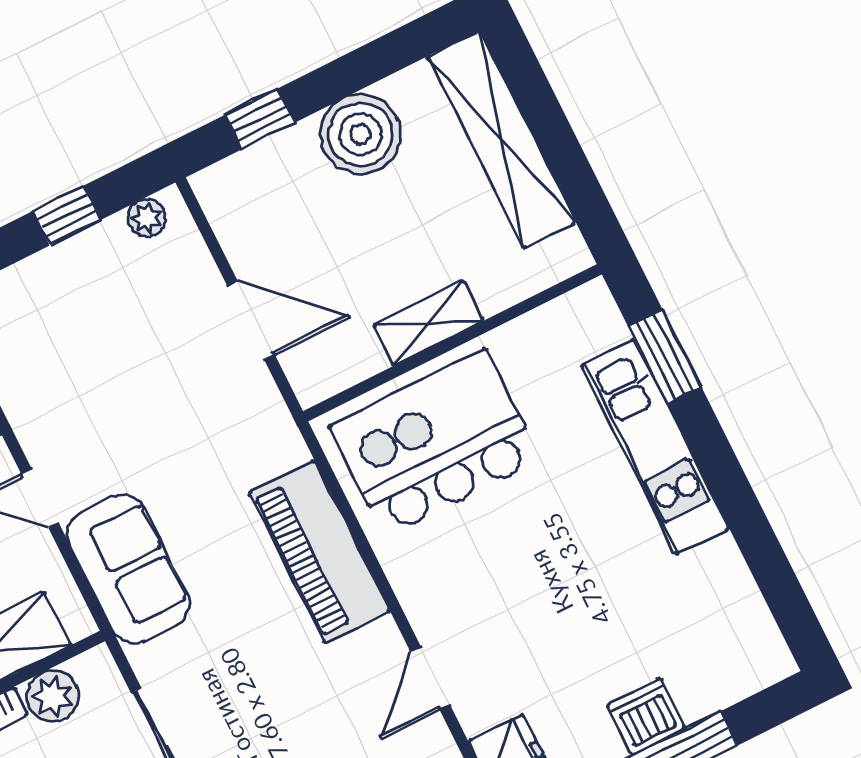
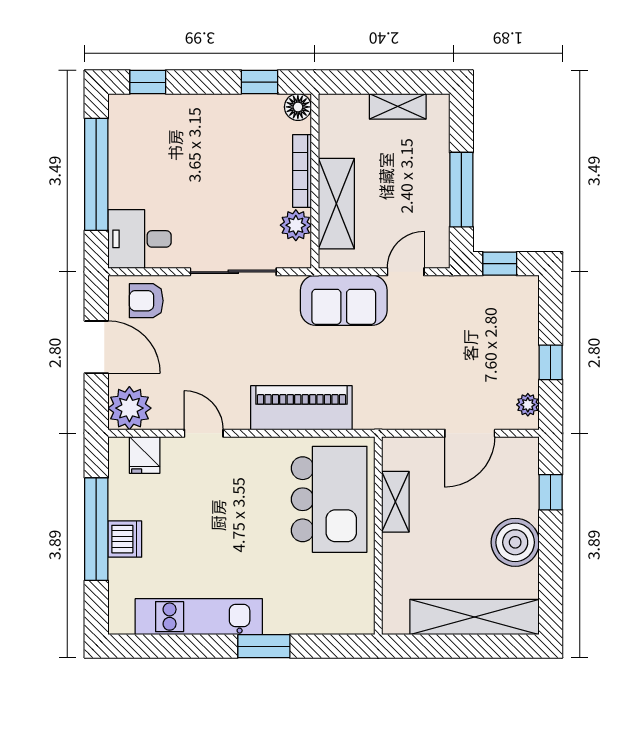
door: (251, 320) -> (470, 433), moved
shelving: (428, 323) -> (395, 502), moved
window: (665, 356) -> (264, 646), moved
kitchen unit: (655, 447) -> (199, 617), moved

